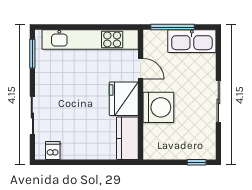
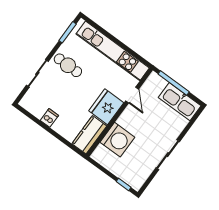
cafe table: (57, 86) -> (68, 65), added
washing machine: (158, 107) -> (117, 140), moved
dishwasher: (53, 151) -> (49, 118), moved

